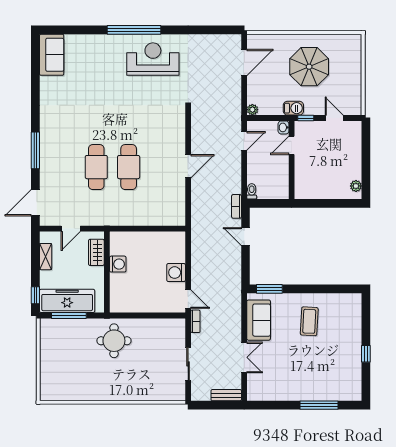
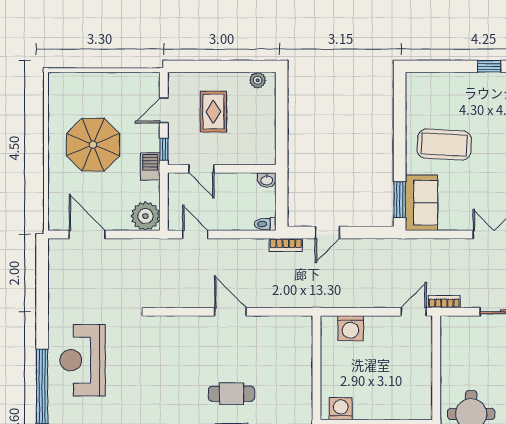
plant: (252, 110) -> (145, 216), width x1.88, depth x1.88
washbasin: (284, 127) -> (267, 180), moved
rug: (333, 154) -> (213, 112), added
cafe table: (129, 167) -> (231, 394), width x0.73, depth x0.74
washing machine: (118, 264) -> (341, 409), moved
washing machine: (176, 273) -> (350, 328), moved
sofa: (259, 320) -> (421, 203), moved, turned 90
coffee table: (309, 321) -> (444, 145), width x1.36, depth x1.32

